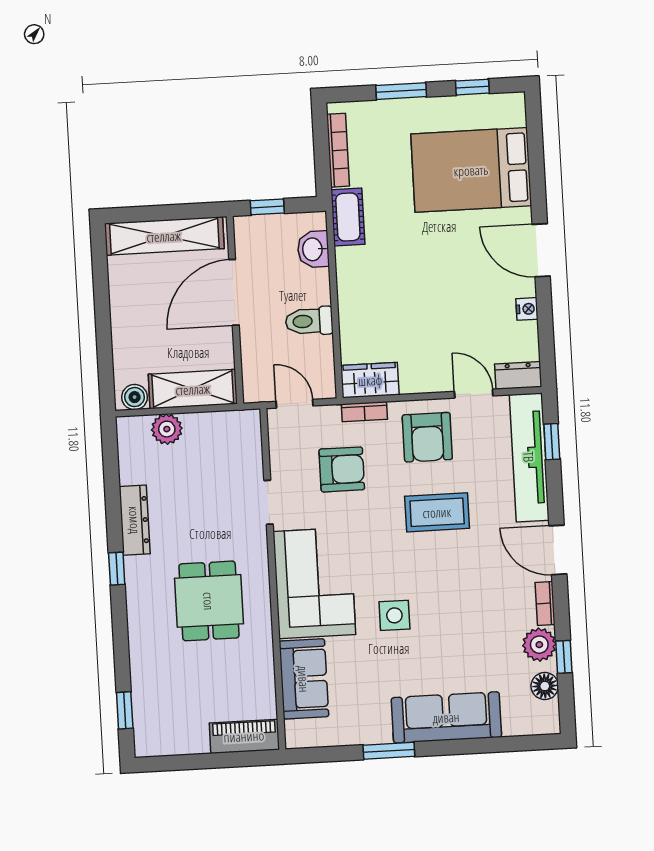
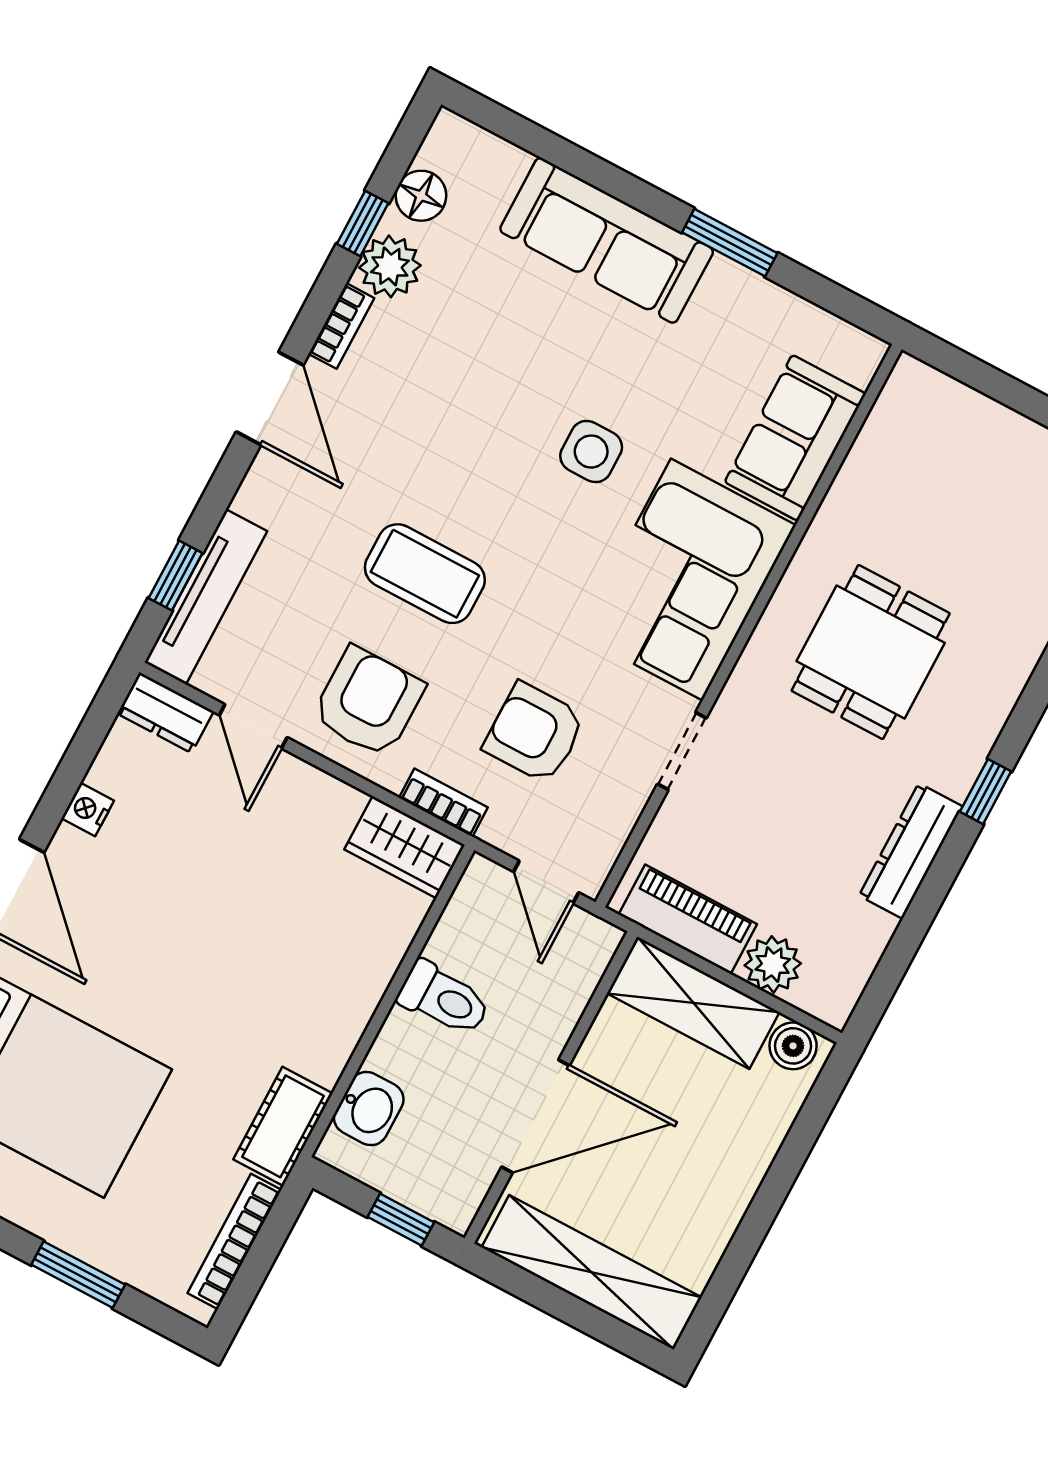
tv unit: (529, 457) -> (206, 597), width x0.73, depth x0.78
piano: (244, 736) -> (688, 919), moved, turned 180

